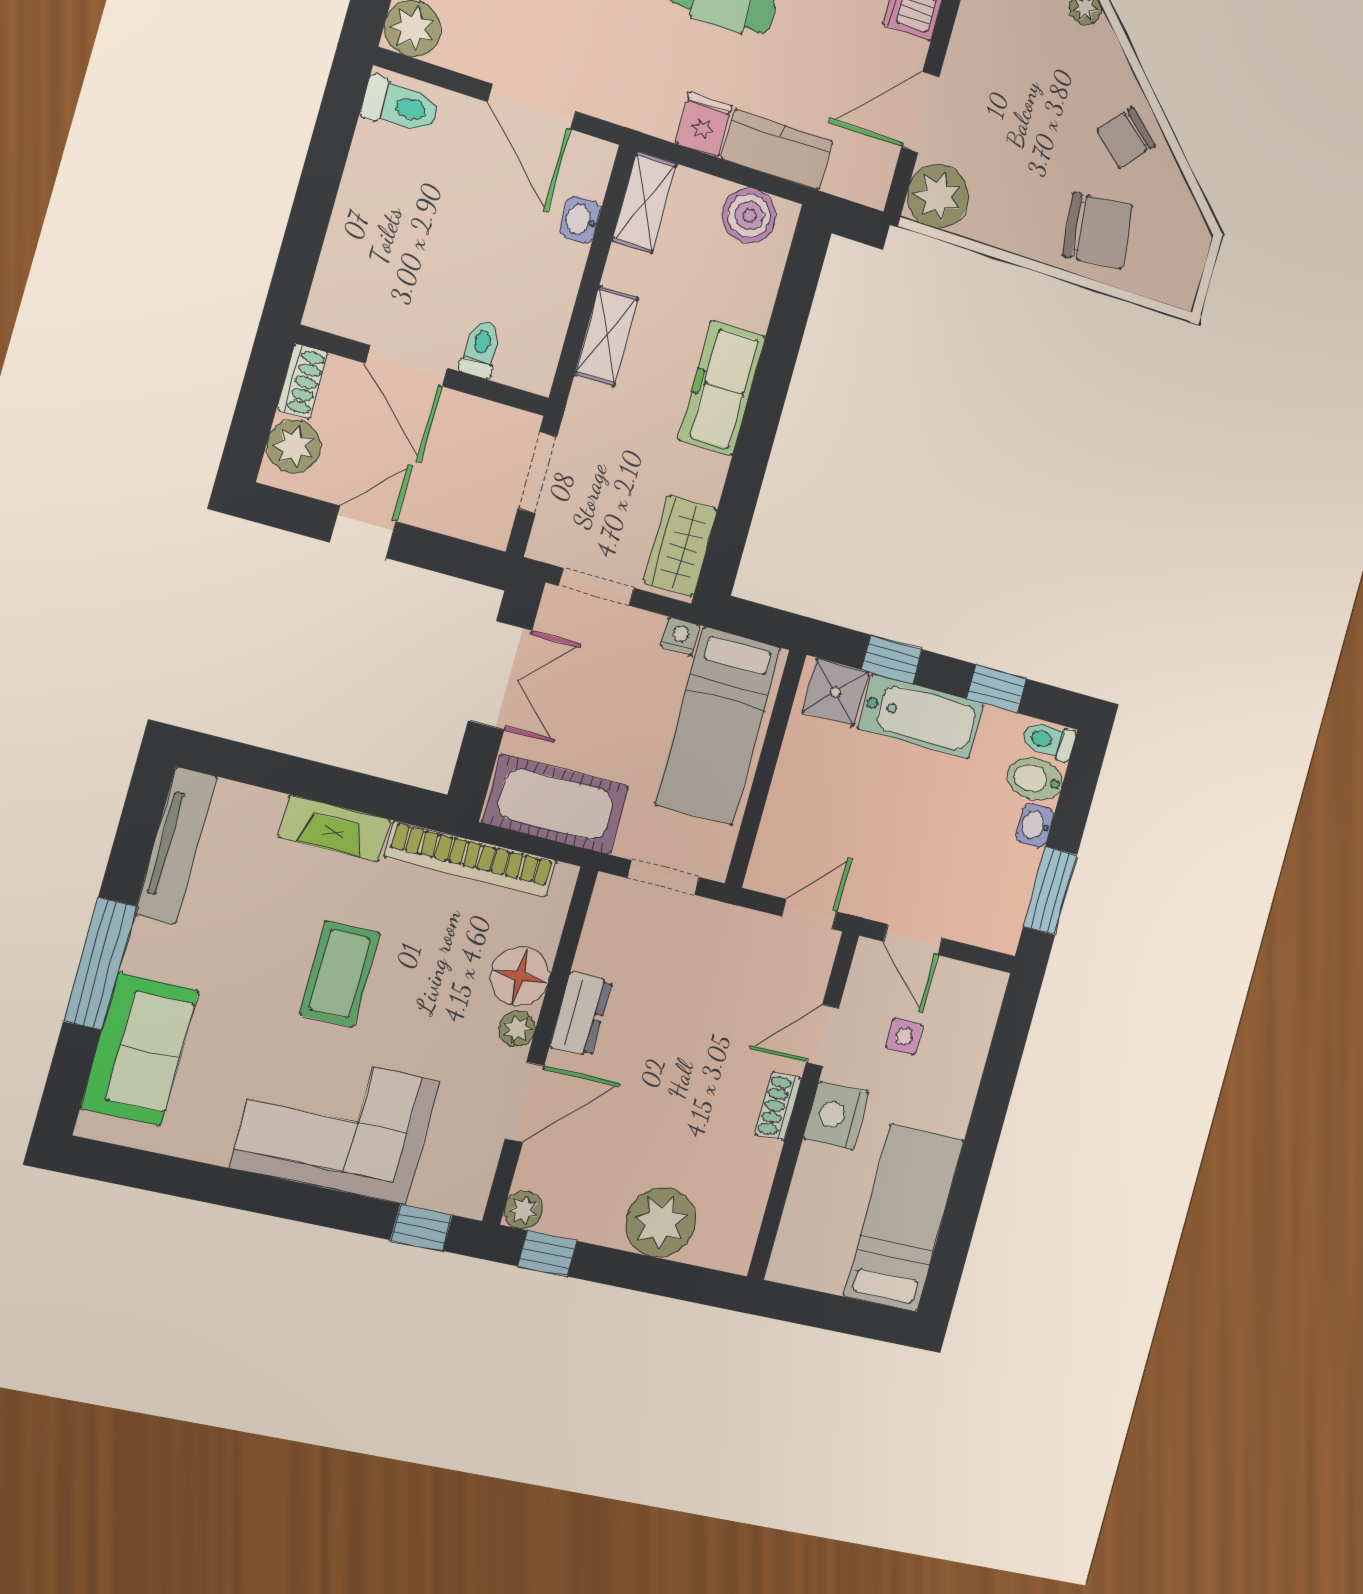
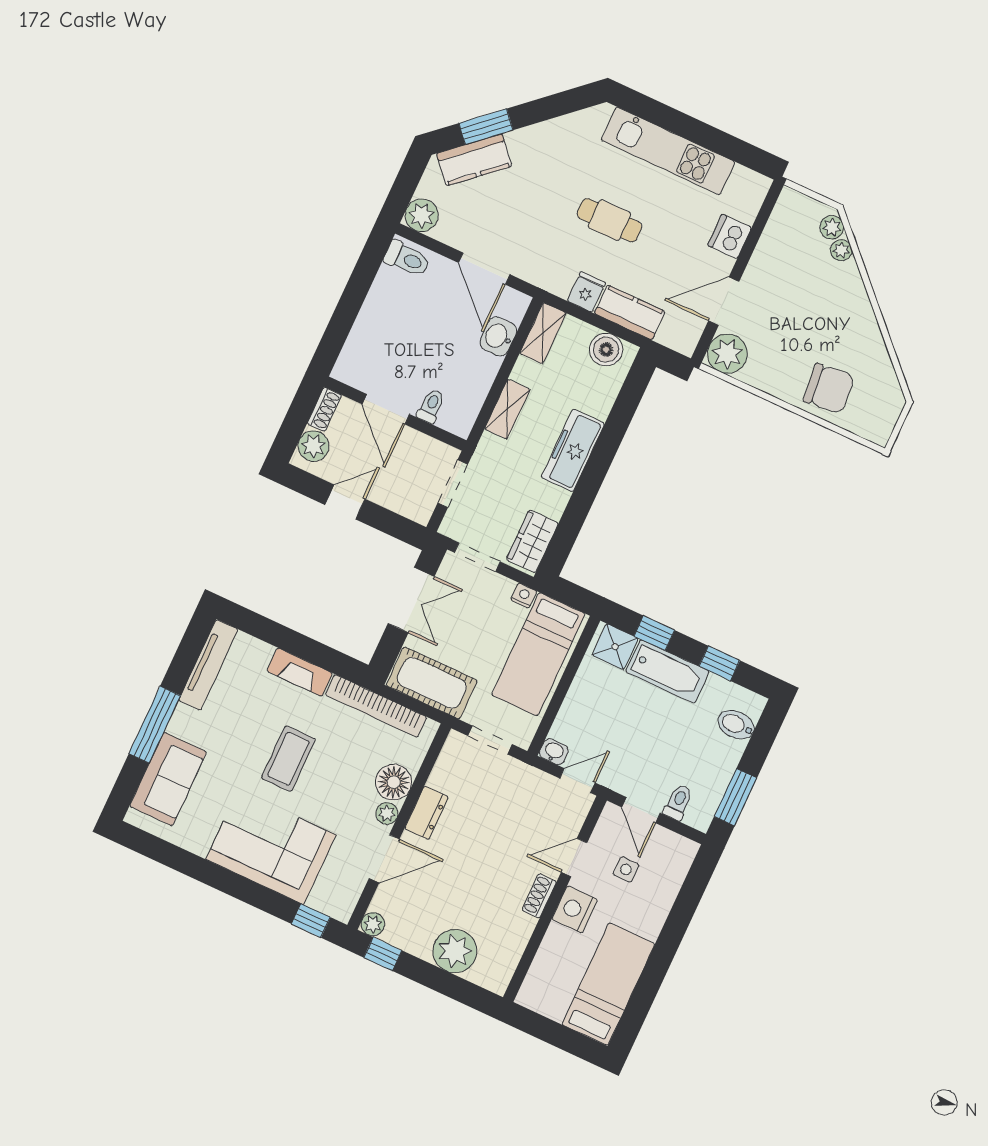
chair: (1126, 138) -> (857, 333), removed
washbasin: (580, 220) -> (498, 336), width x1.38, depth x1.45
toilet: (1048, 741) -> (678, 802), moved, turned 90
washbasin: (1035, 825) -> (554, 752), moved, turned 90

